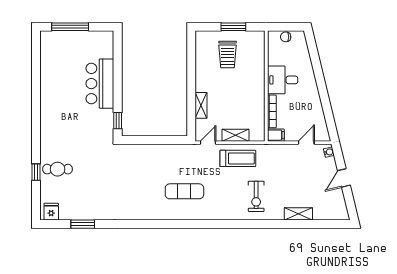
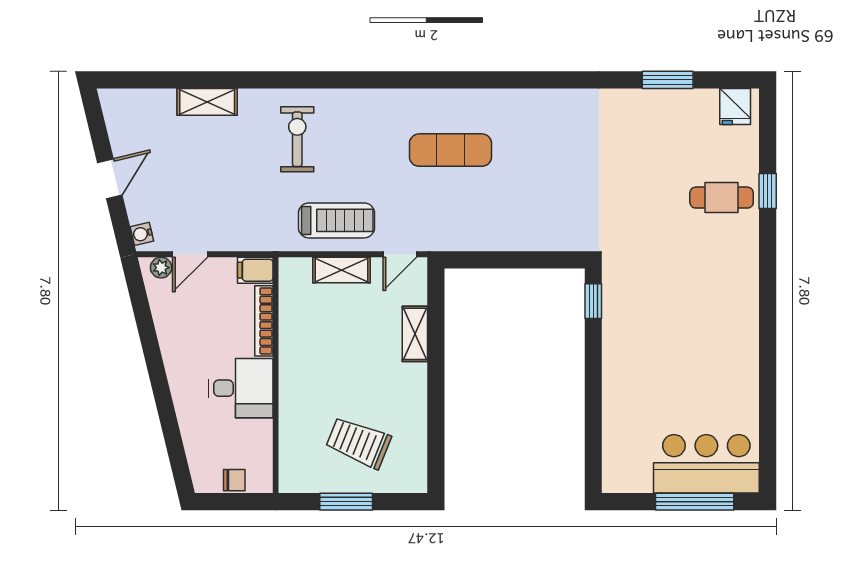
trolley: (228, 54) -> (358, 443), turned -68
bar counter: (100, 84) -> (706, 464), moved, turned -90
plant: (320, 136) -> (161, 268), added
treadmill: (238, 158) -> (337, 220), turned 180

